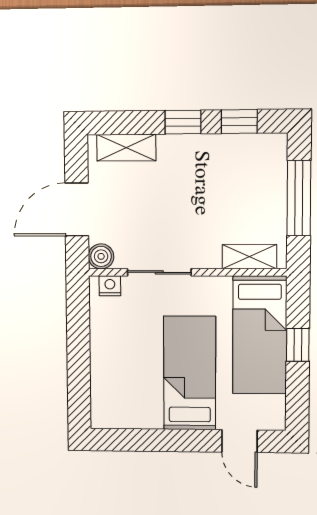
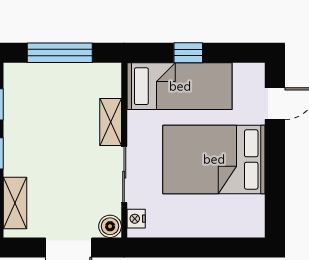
shelving: (249, 257) -> (111, 122), moved
bed: (190, 373) -> (214, 159), width x1.50

